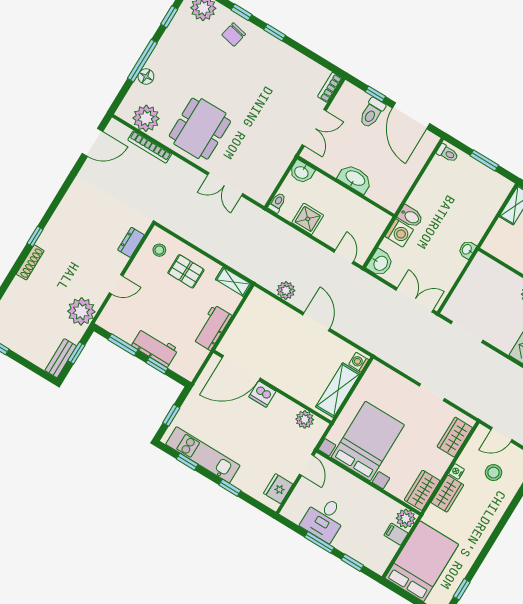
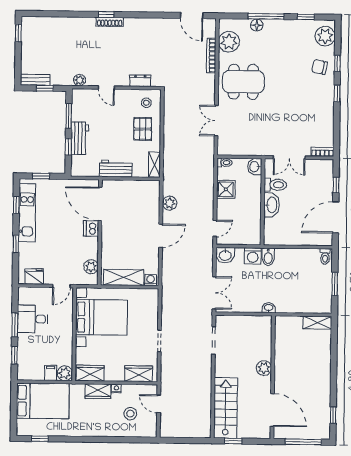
toilet: (372, 113) -> (275, 185), moved, turned 180
shoe rack: (30, 262) -> (110, 22), moved
plant: (81, 311) -> (80, 80), width x0.53, depth x0.53

